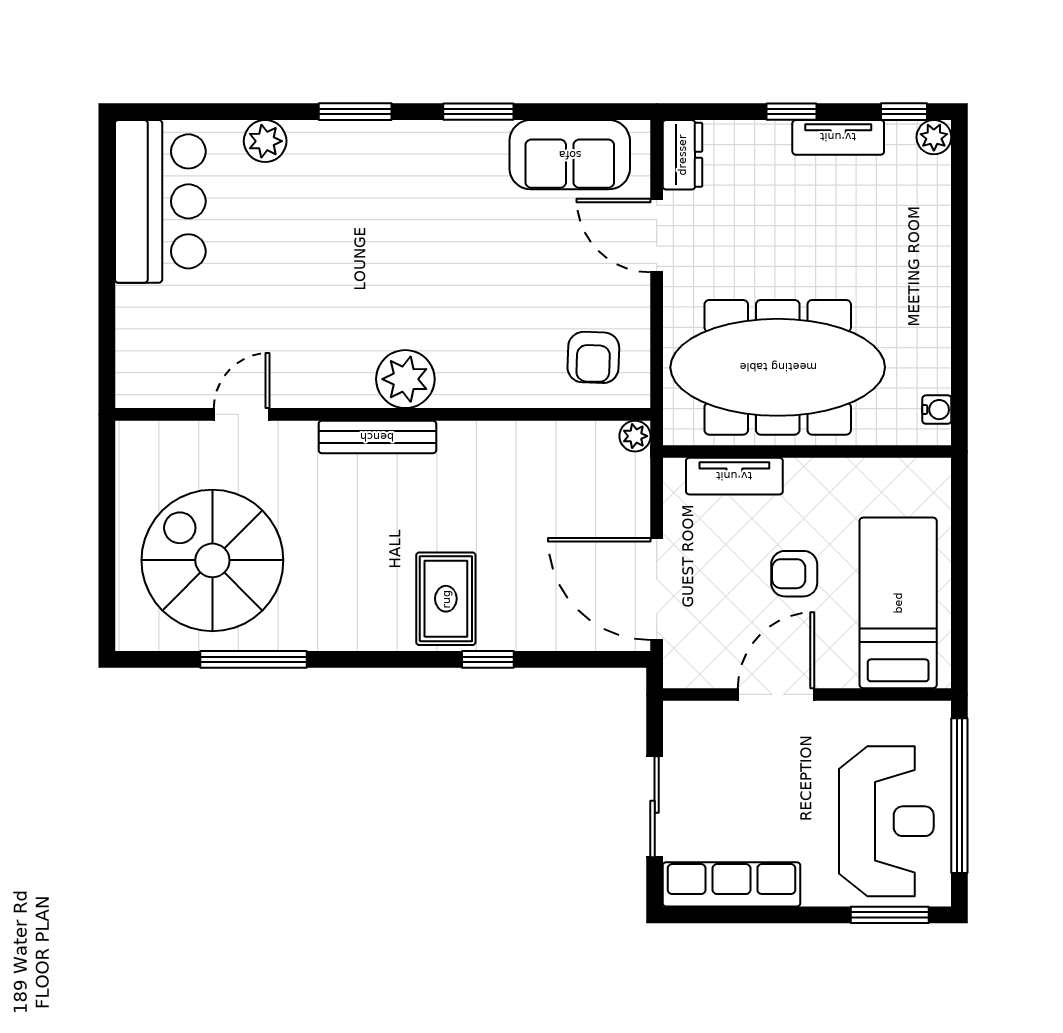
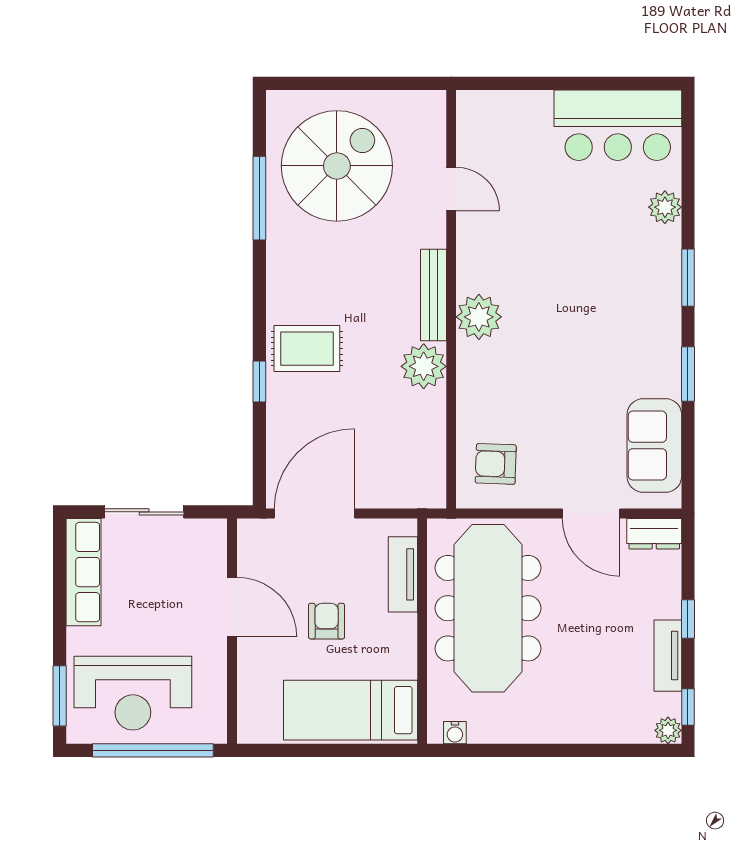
door: (657, 236) -> (591, 514), swing flipped
plant: (635, 436) -> (424, 366), moved, width x1.87, depth x1.87
bed: (898, 603) -> (350, 710), moved, turned 180

